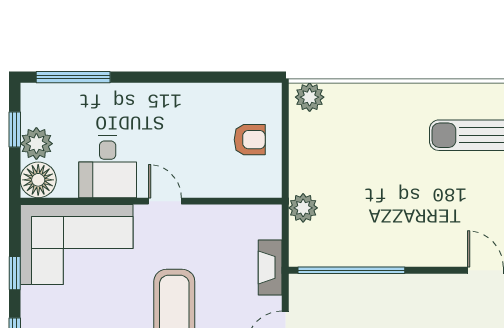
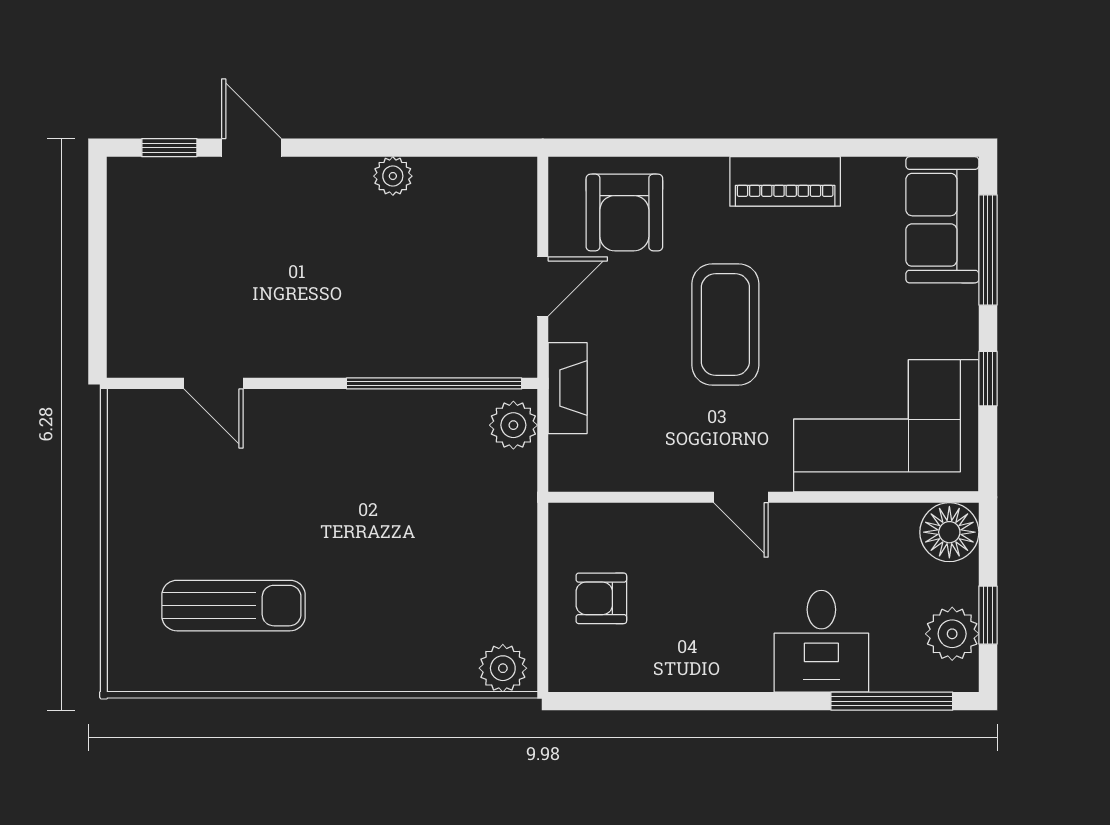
plant: (36, 144) -> (952, 634), moved
desk: (108, 167) -> (821, 641), moved, turned 180
plant: (303, 208) -> (513, 425), moved

